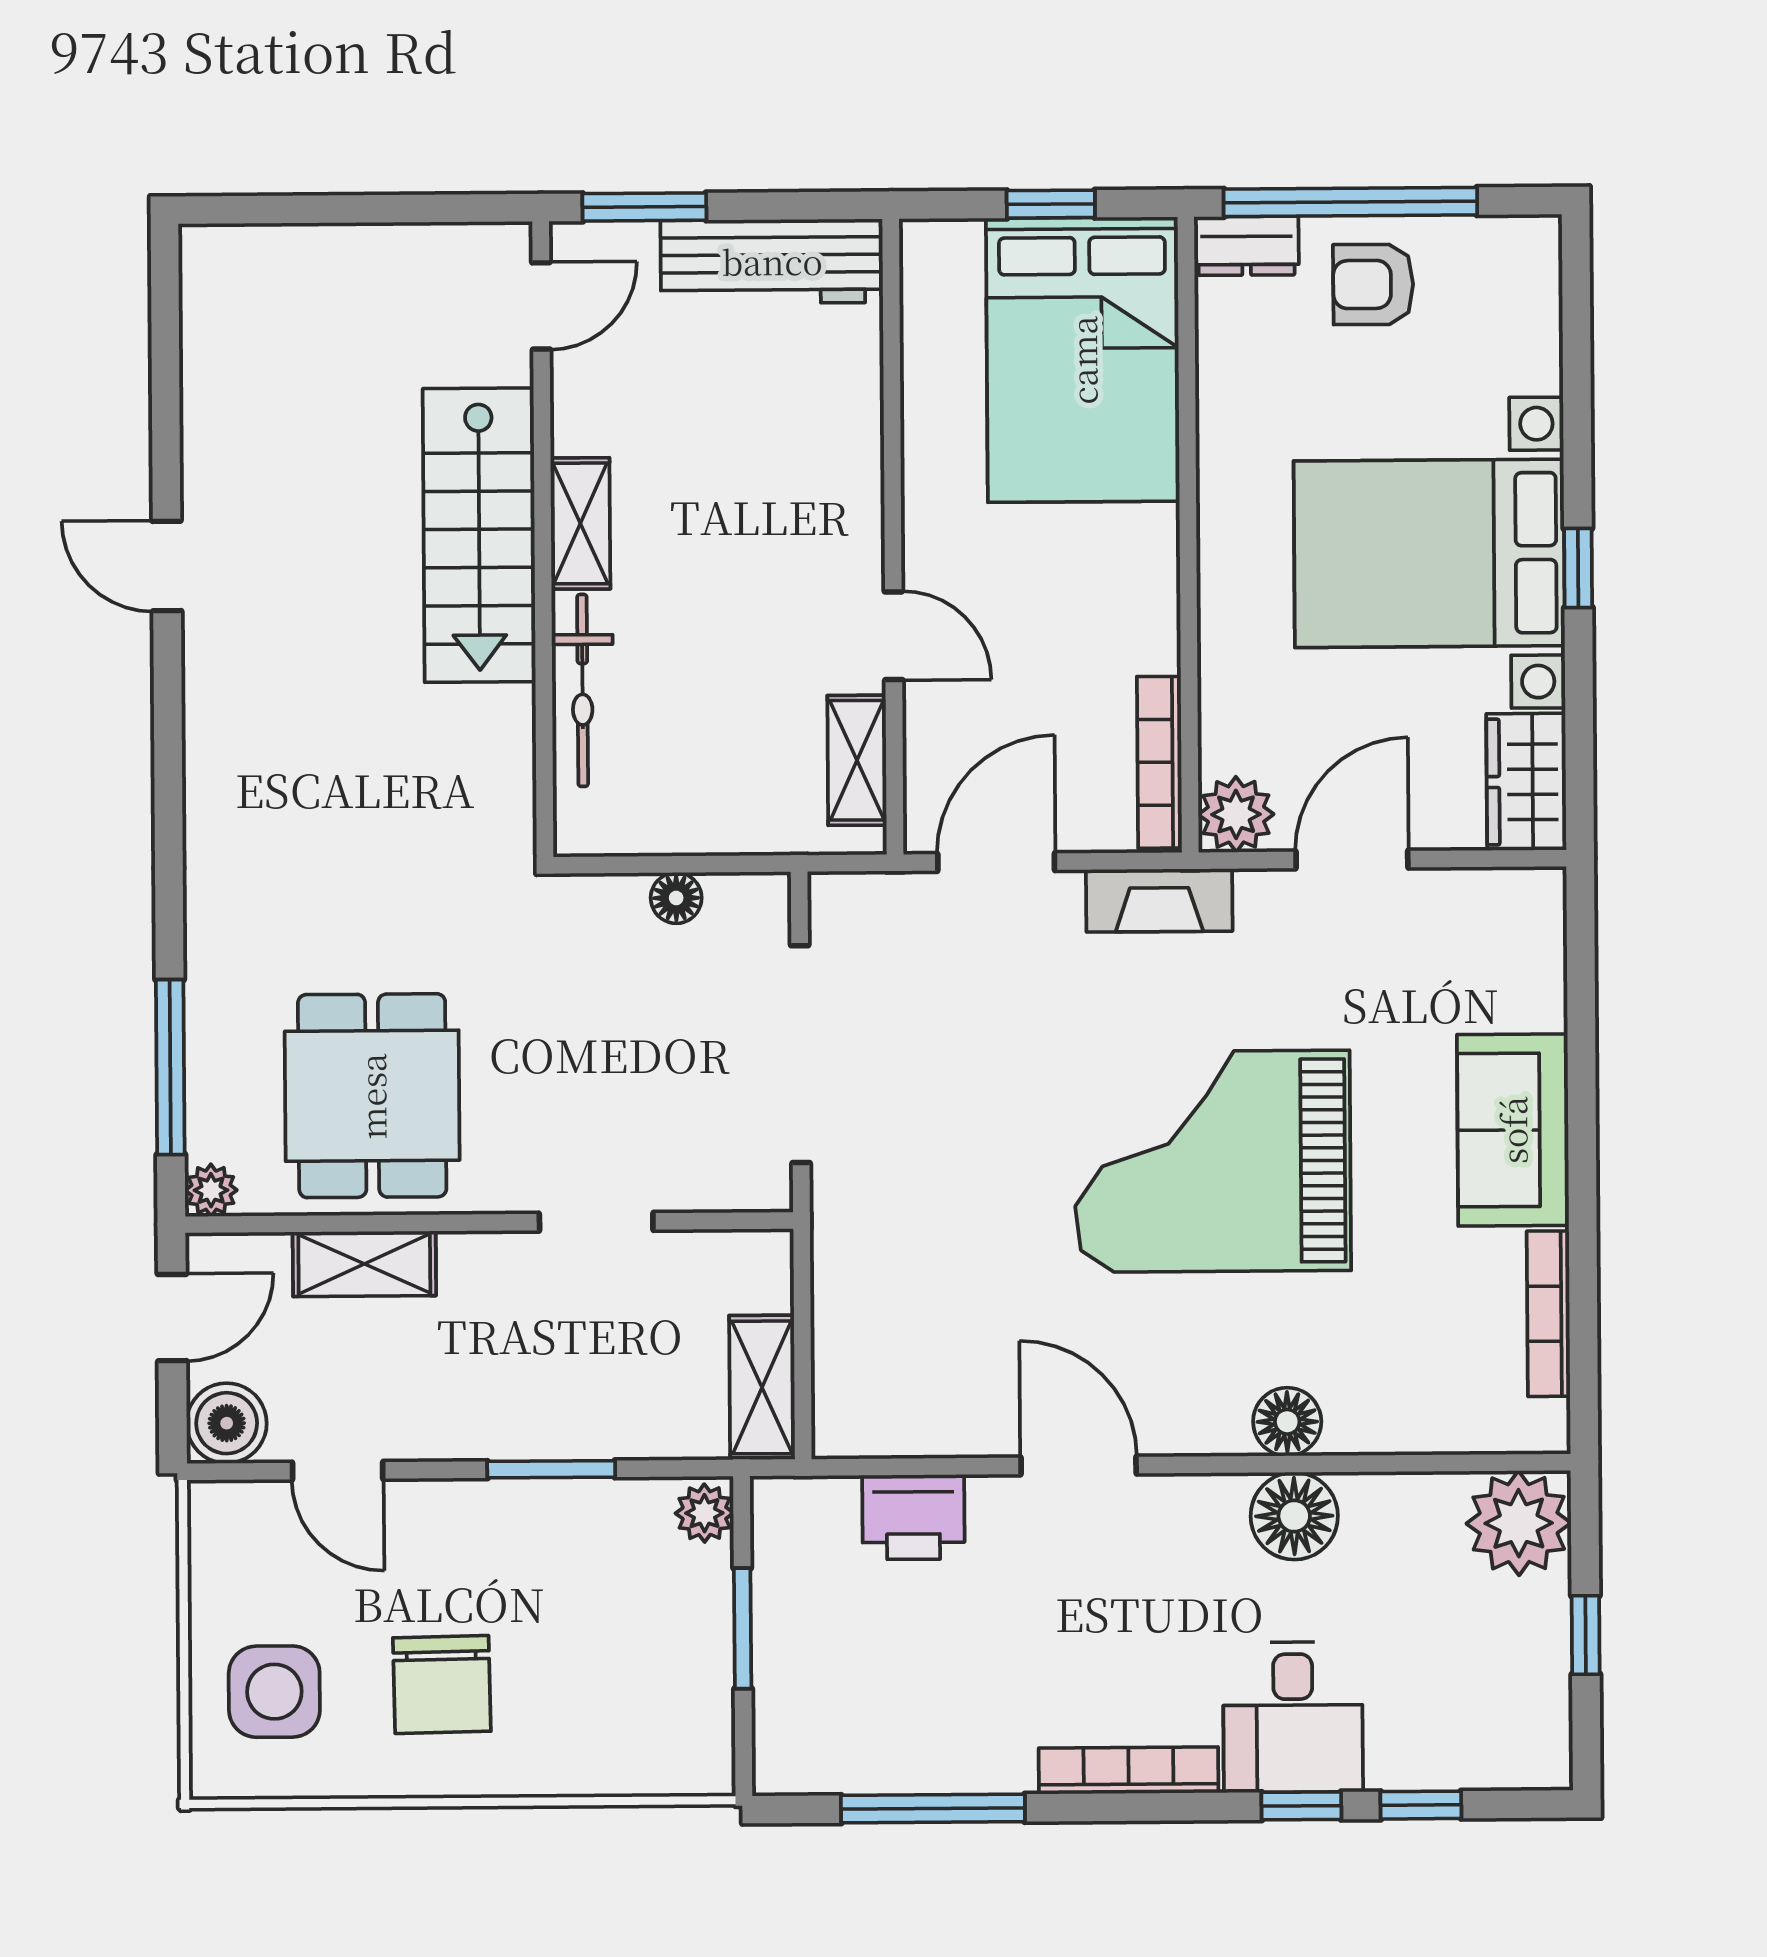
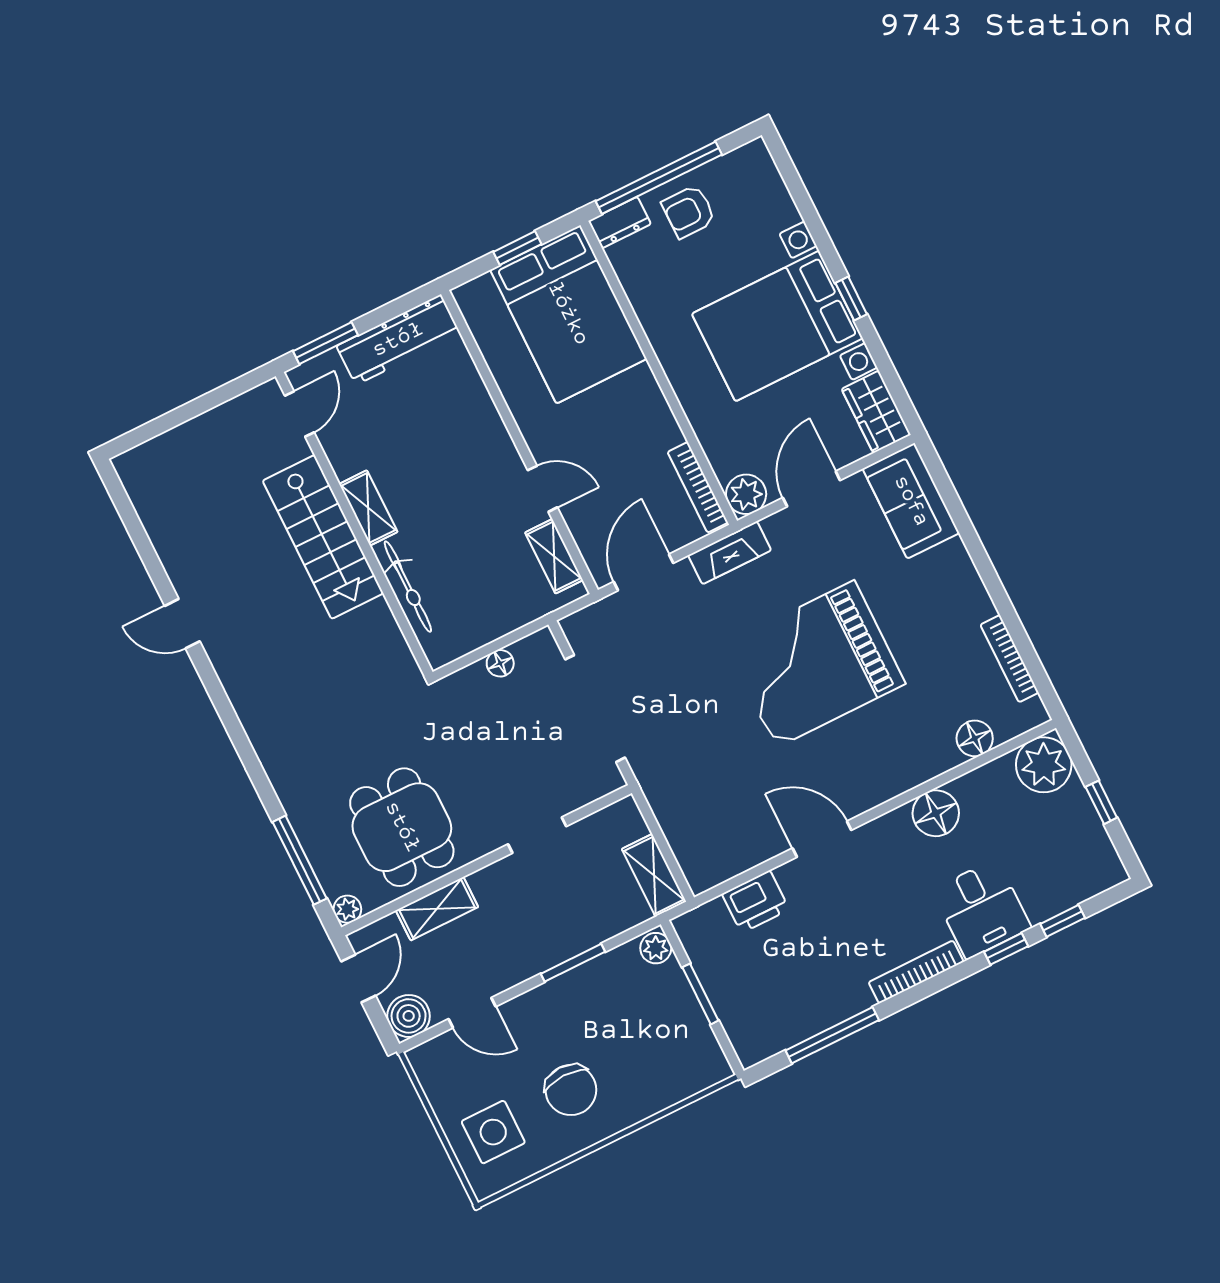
sofa: (1513, 1130) -> (911, 501), moved
floor lamp: (1287, 1422) -> (975, 738), moved

